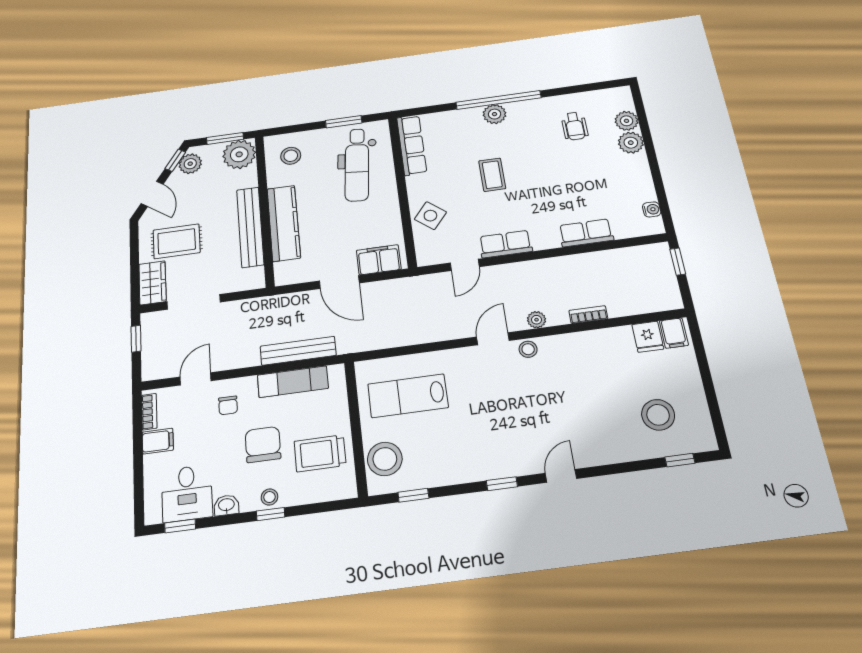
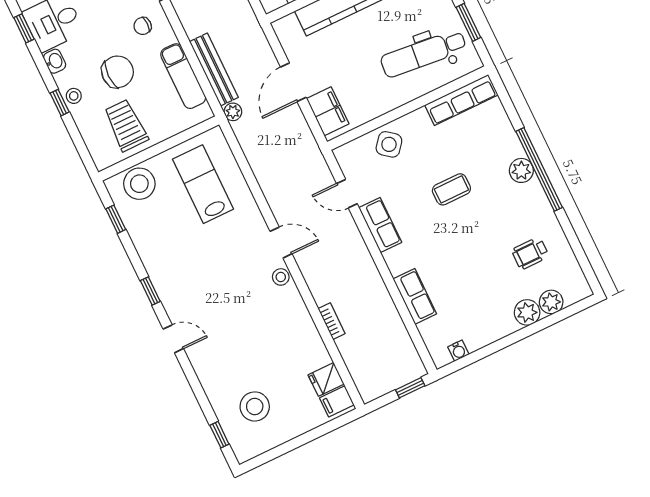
plant: (537, 320) -> (233, 112), moved

